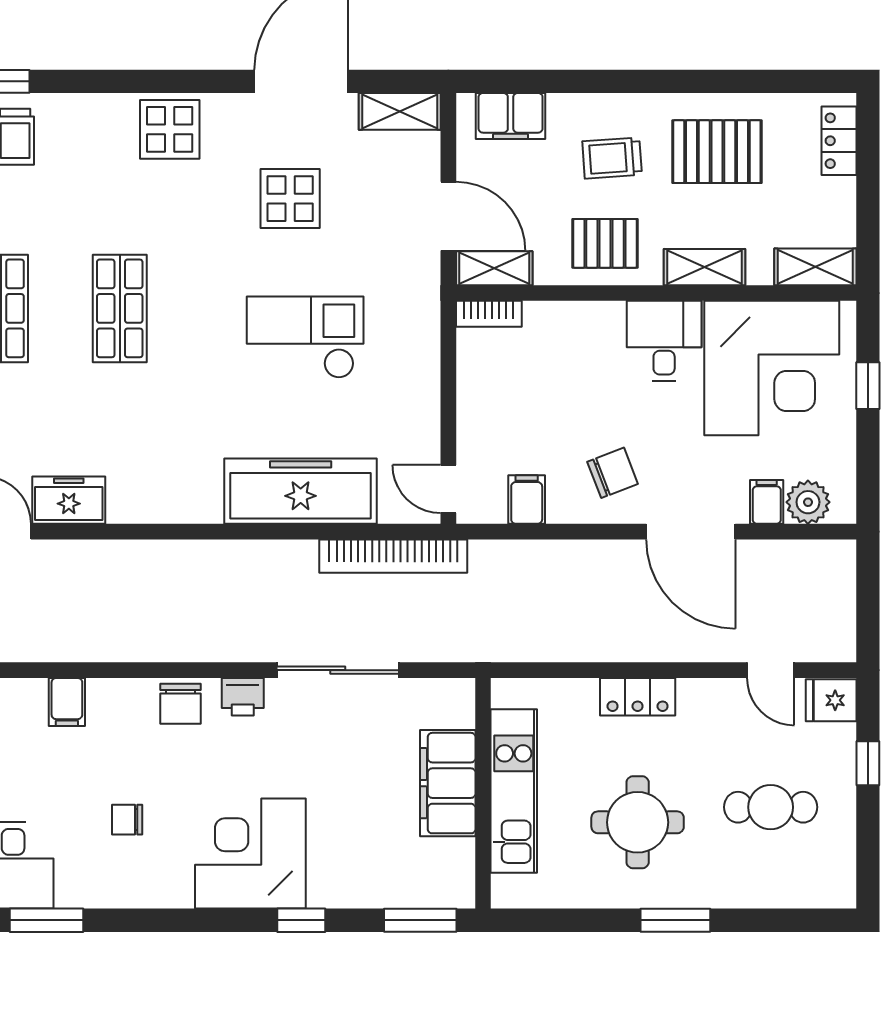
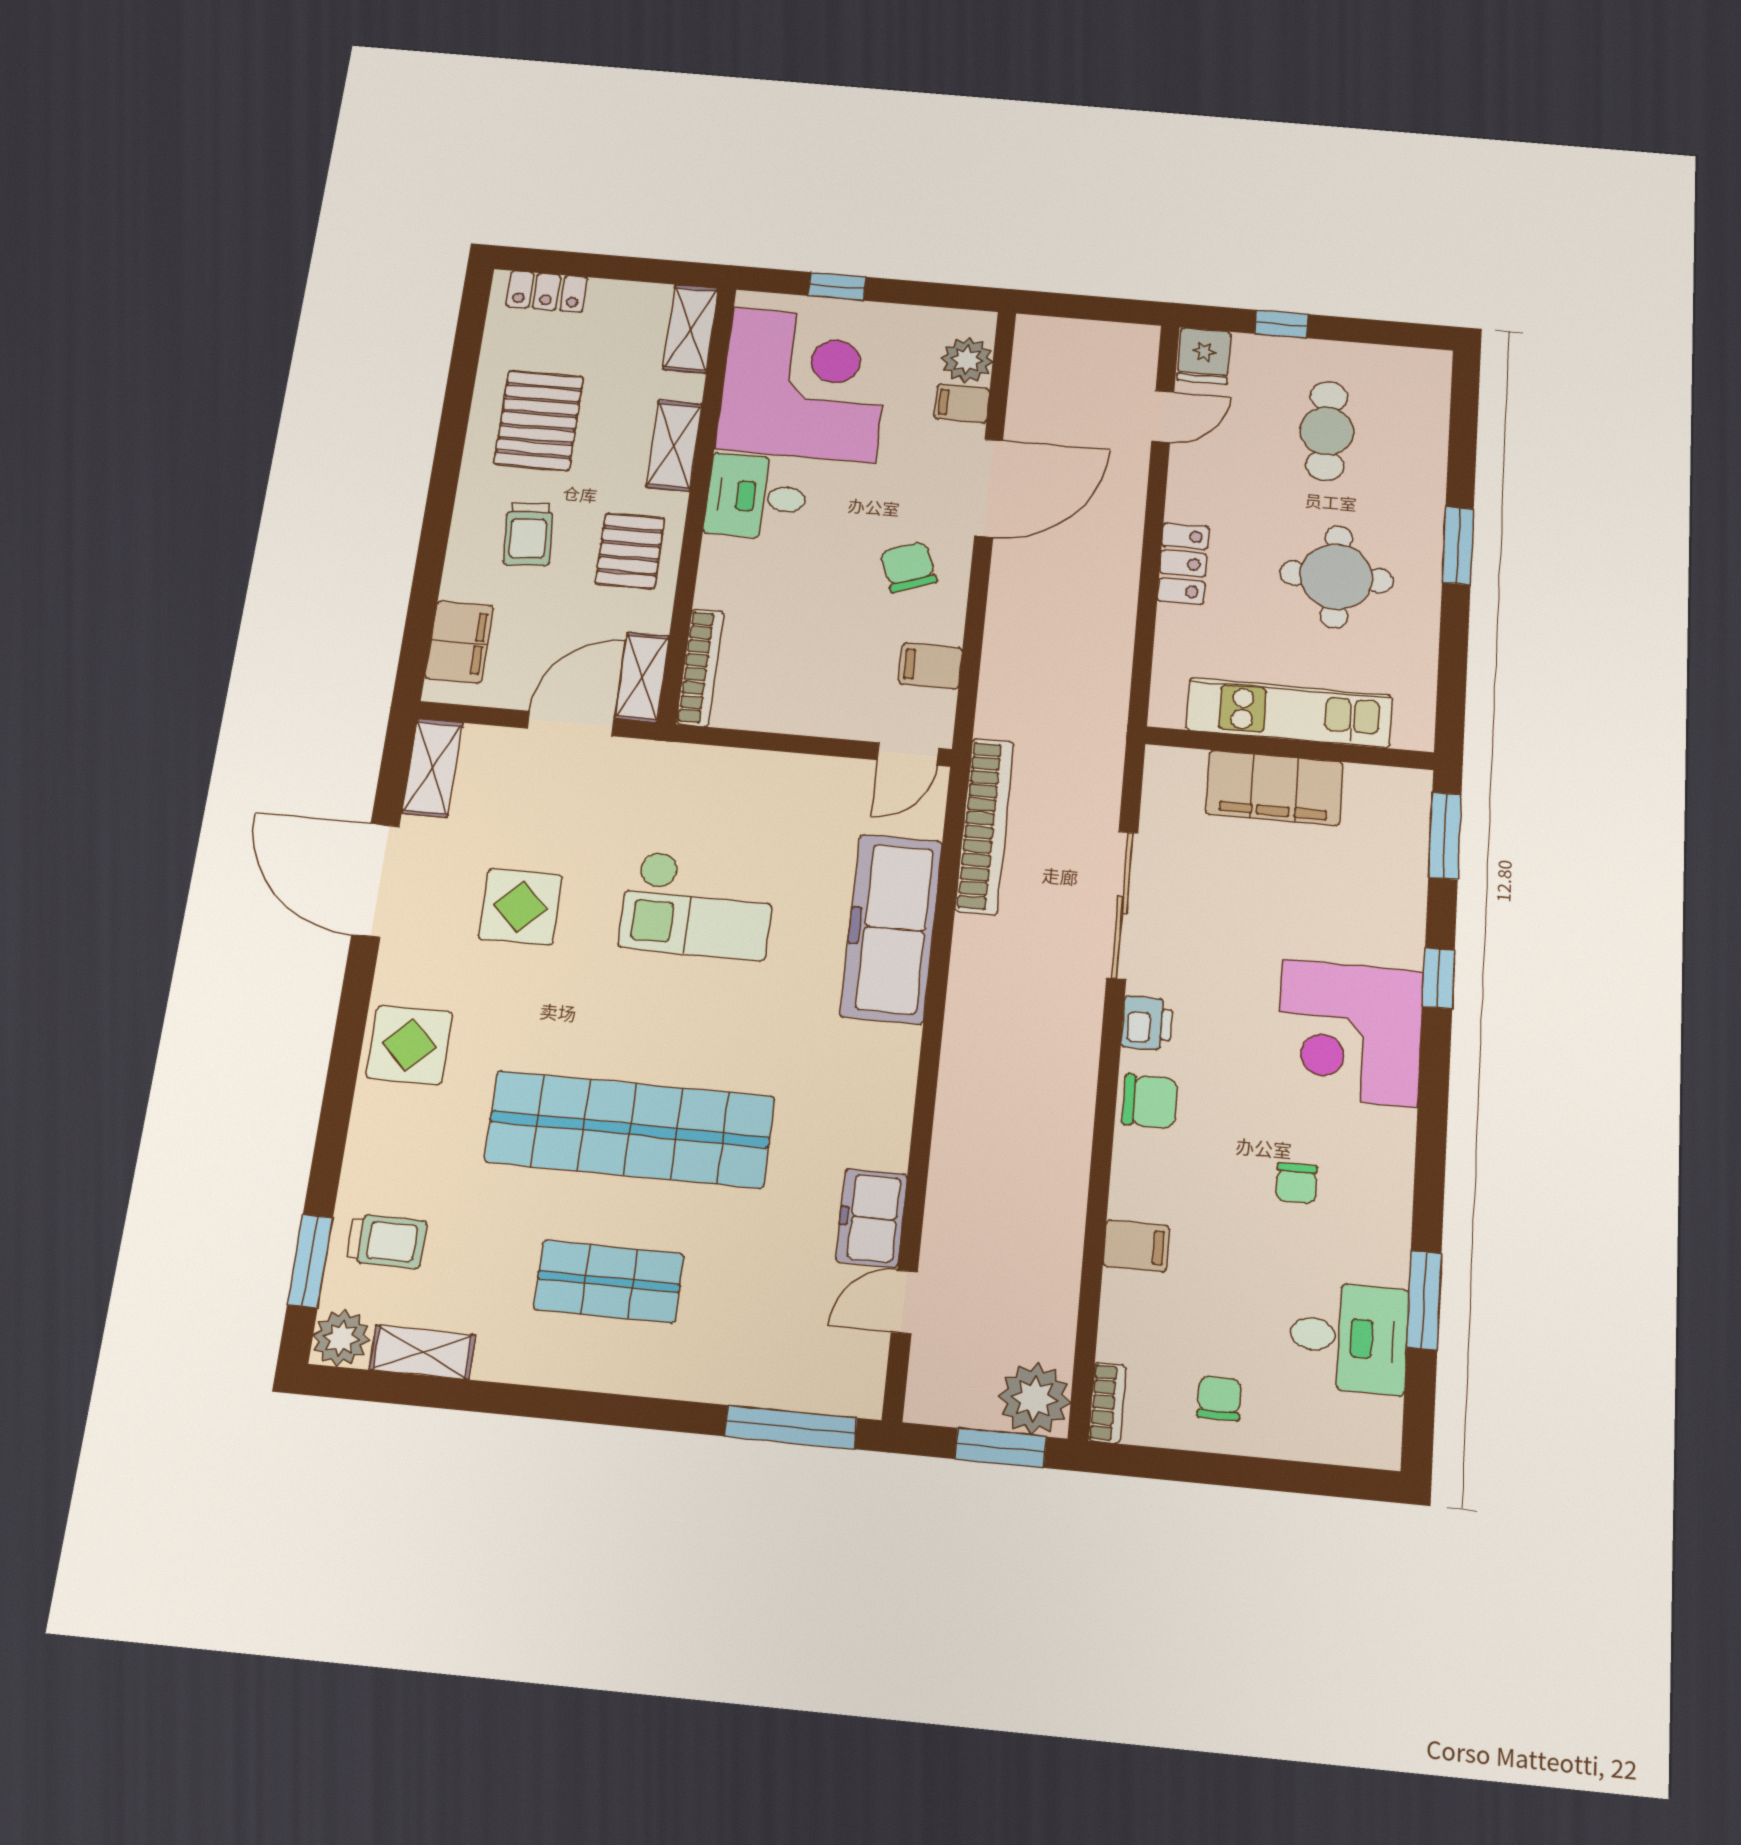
shop shelf: (120, 308) -> (630, 1129), width x2.00, depth x1.36
bookcase: (489, 314) -> (700, 667), width x1.56
checkout: (305, 337) -> (697, 905), turned -90

